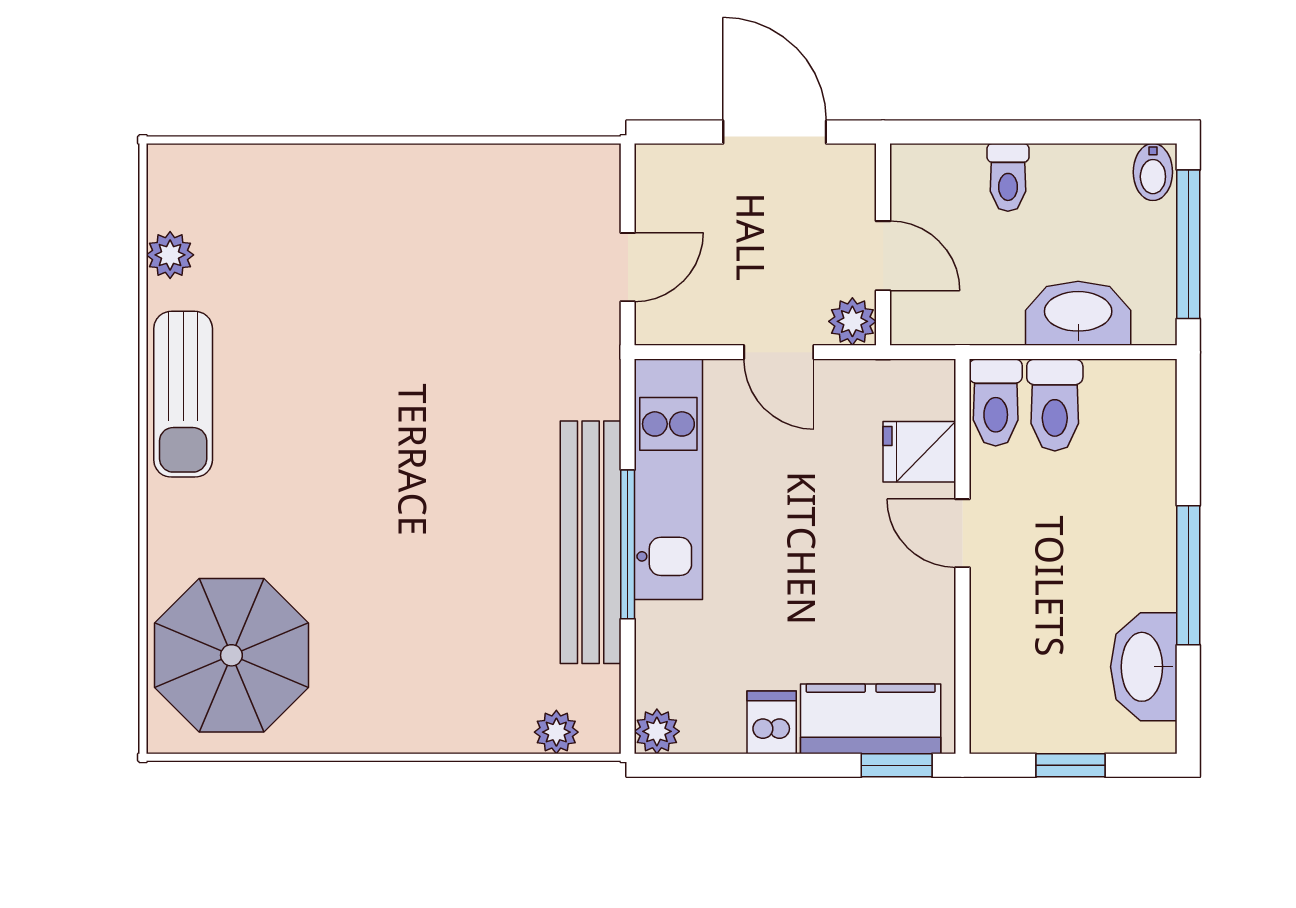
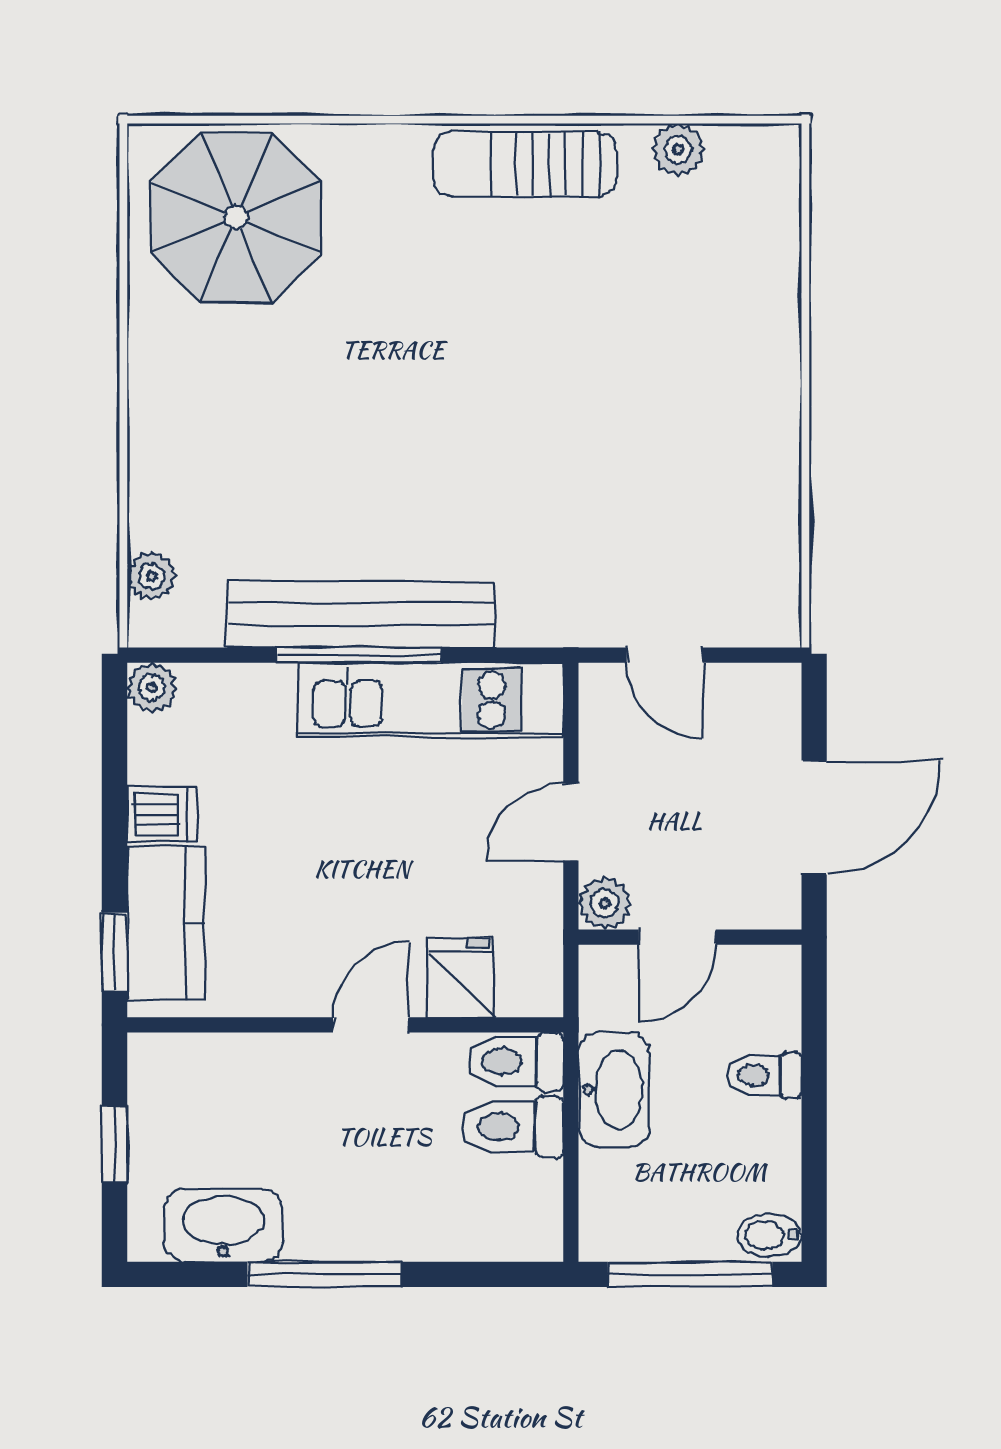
washbasin: (1078, 313) -> (614, 1090), moved

